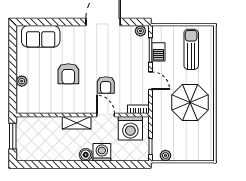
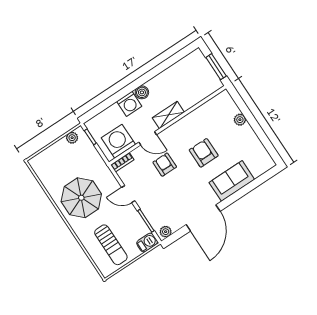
sofa: (41, 36) -> (232, 181), moved
barbecue: (158, 52) -> (147, 243), moved, turned 90

